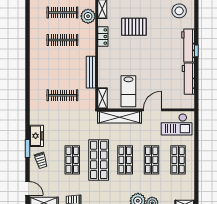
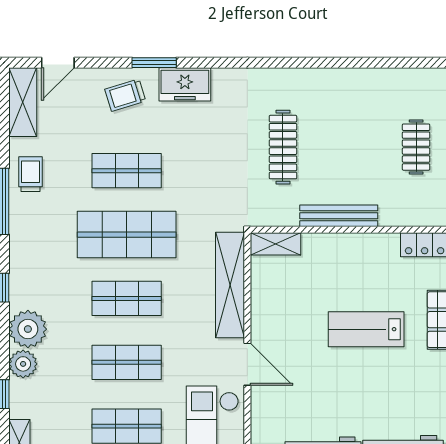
clothes rail: (62, 40) -> (416, 147), width x0.73
lab bench: (128, 91) -> (366, 329), moved

